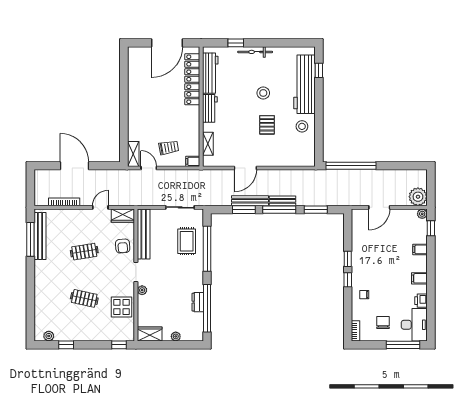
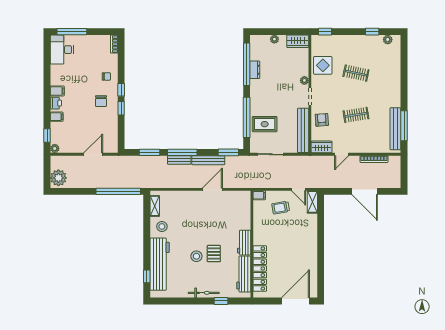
door: (167, 43) -> (295, 301), moved
pallet: (267, 125) -> (214, 254), moved
shelving: (208, 144) -> (155, 206), moved
plant: (418, 197) -> (58, 178), moved
window: (244, 210) -> (228, 152), moved
rug: (187, 241) -> (265, 124), turned 90
printer: (421, 301) -> (56, 103), moved
chair: (383, 323) -> (101, 101), moved

